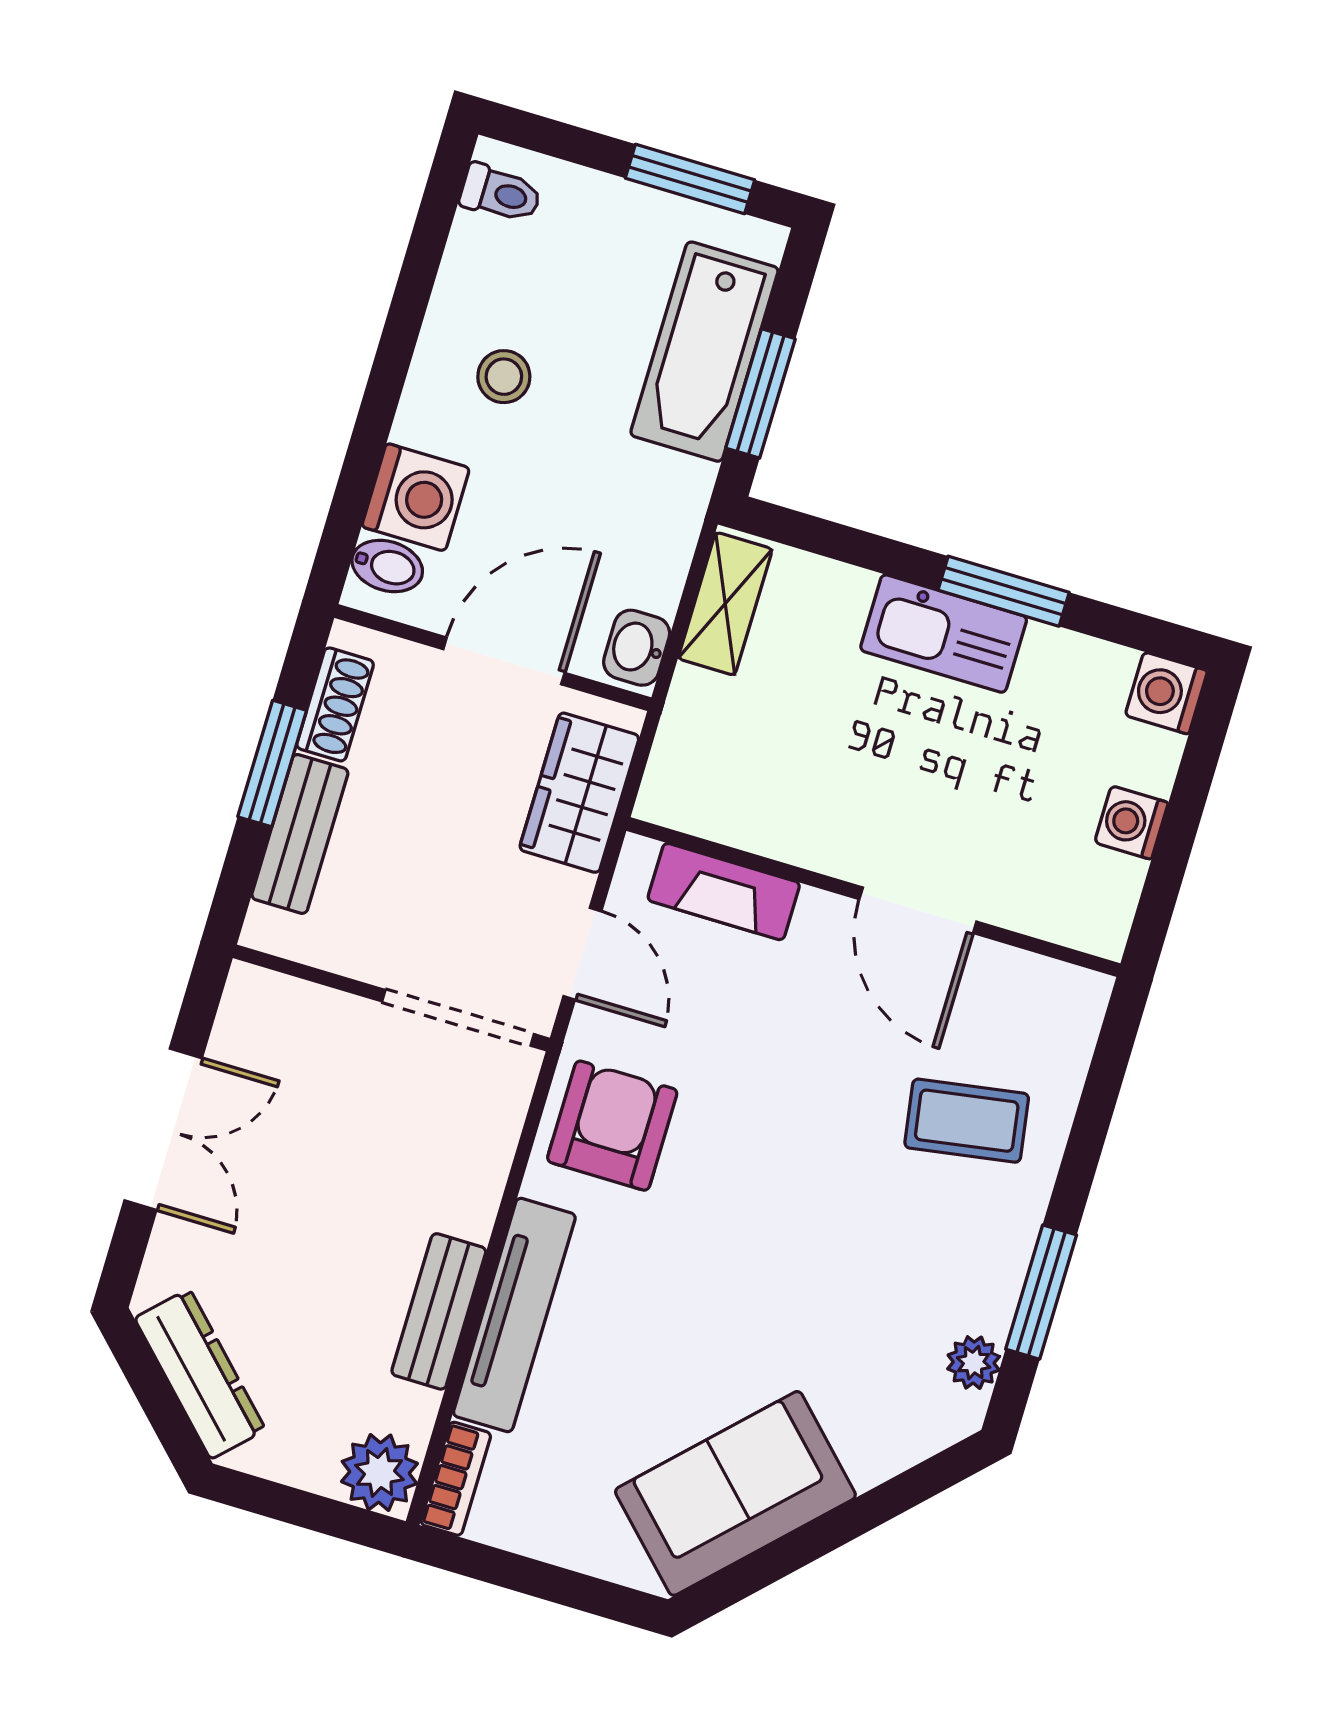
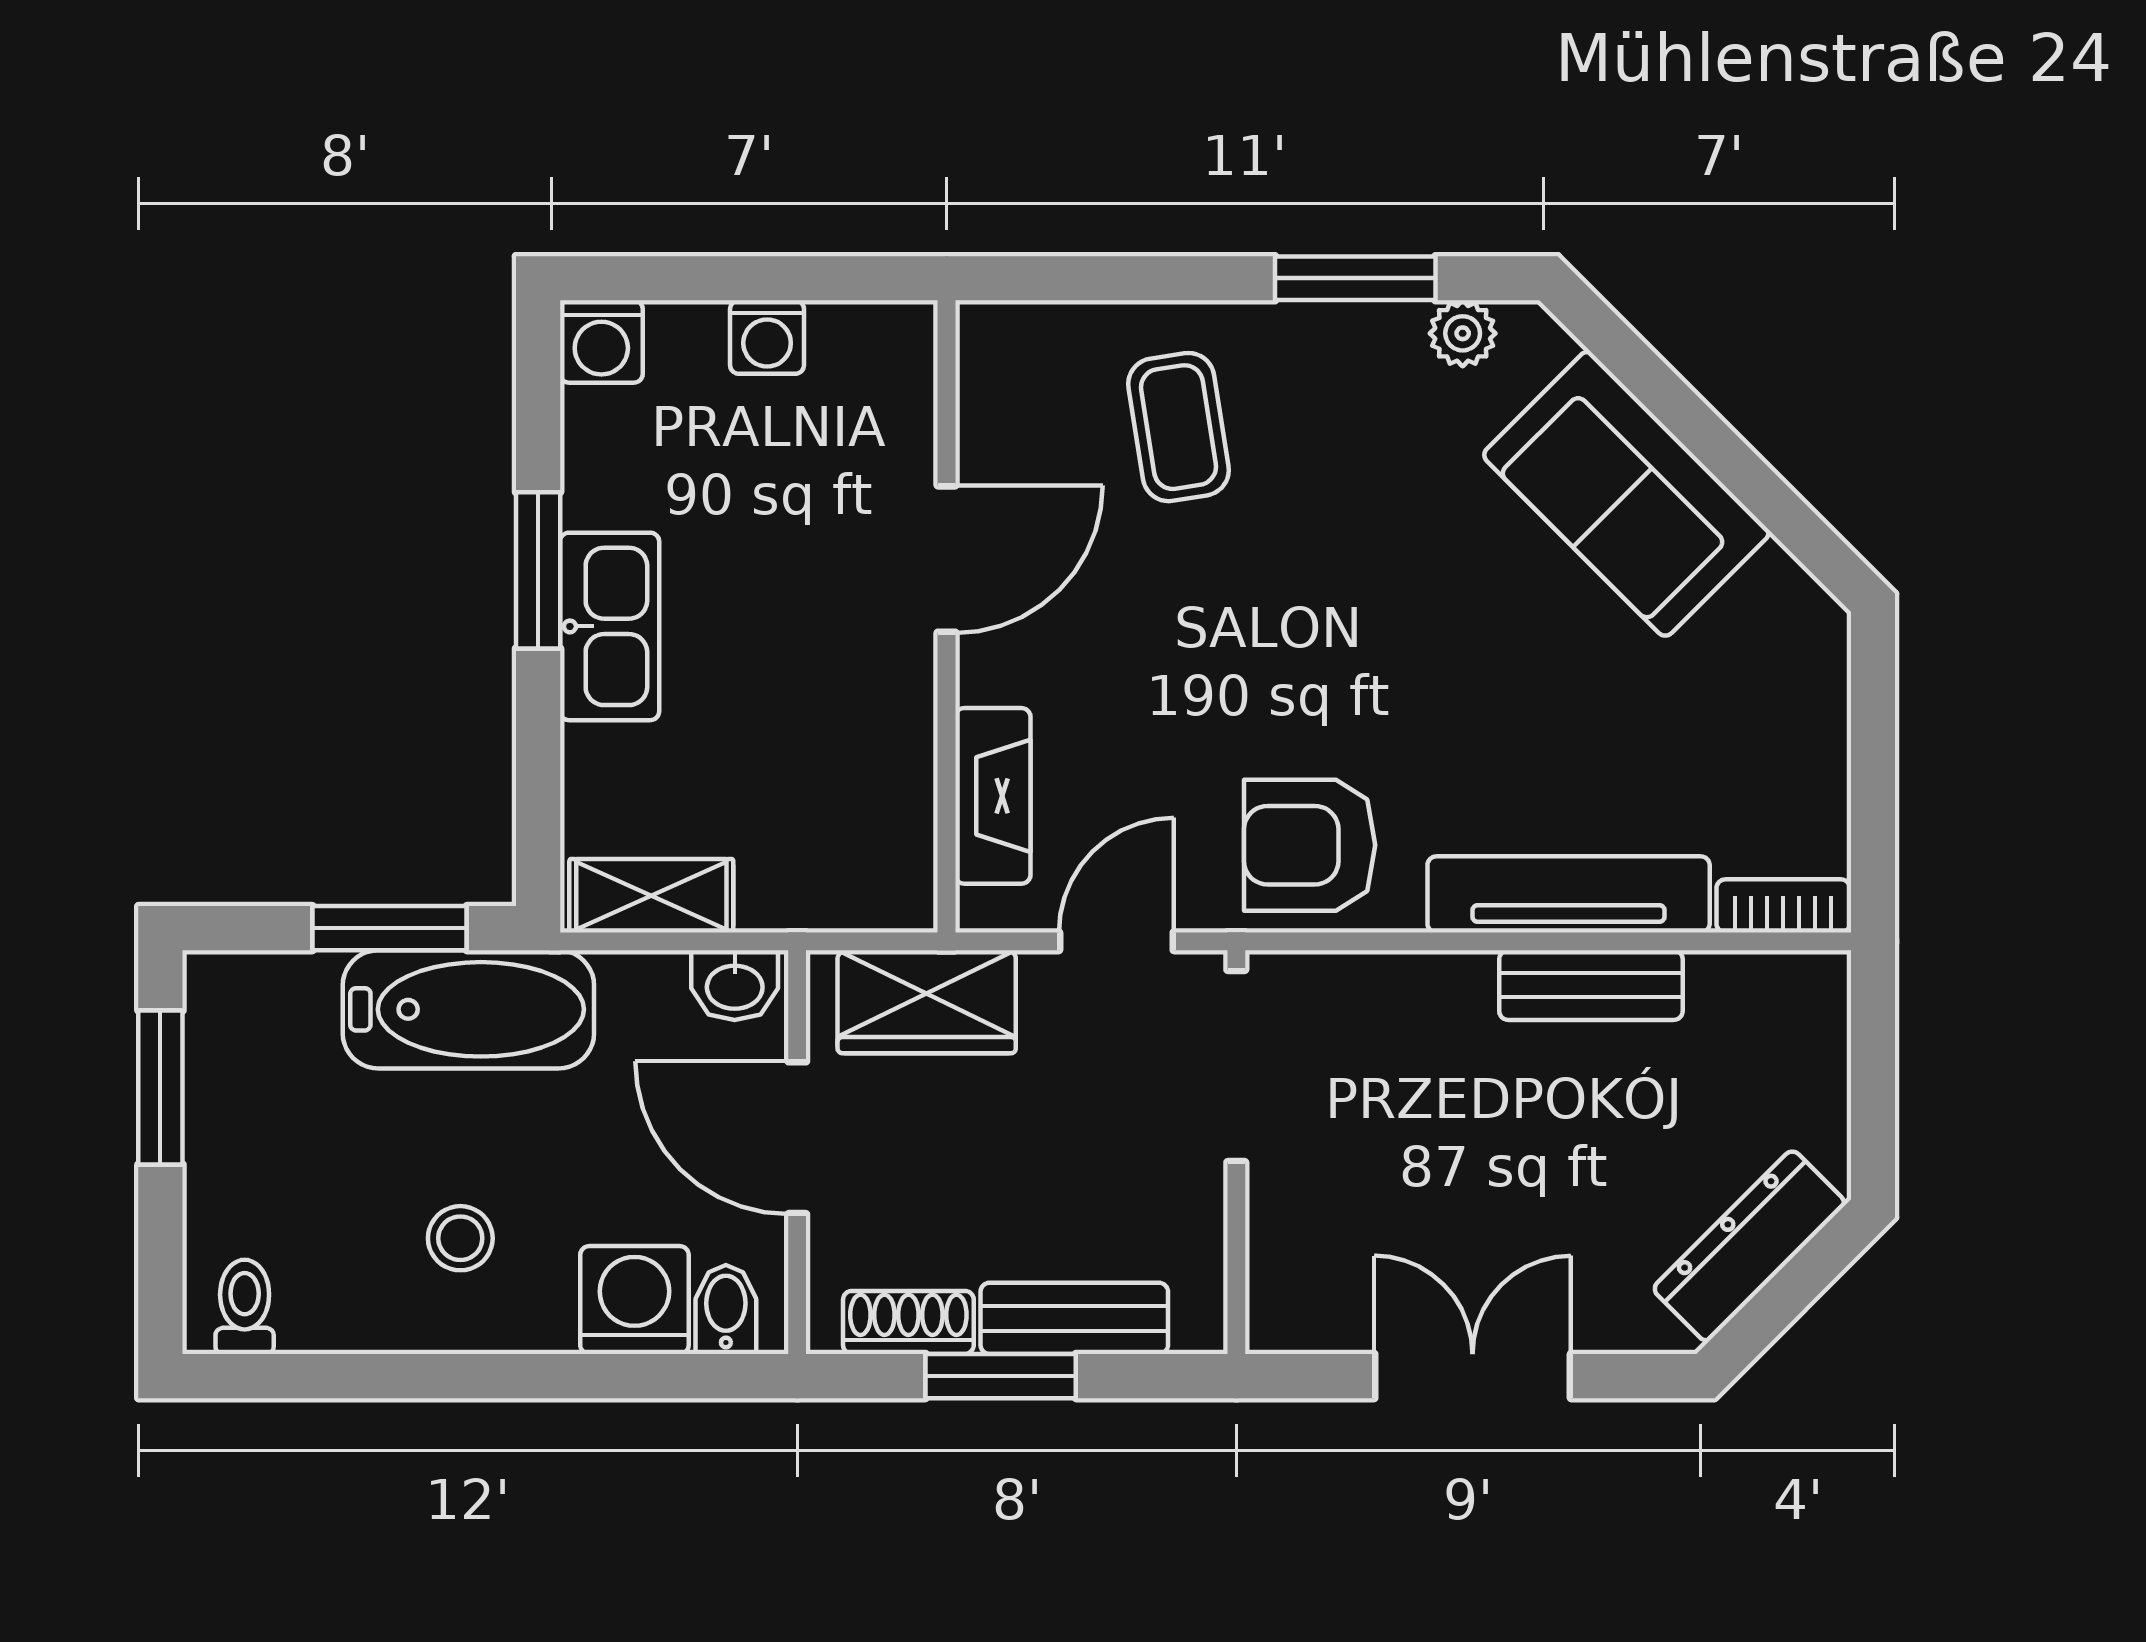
bathtub: (704, 352) -> (468, 1009), moved
plant: (380, 1472) -> (1803, 998), removed
sofa: (735, 1493) -> (1626, 494), moved

